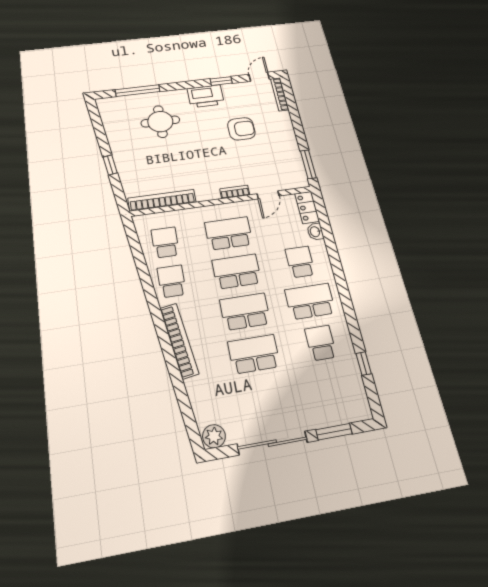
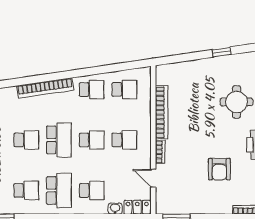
window: (110, 165) -> (221, 52), moved
bookcase: (162, 200) -> (161, 112), moved
school desk: (229, 233) -> (124, 140), width x0.54
school desk: (237, 271) -> (92, 140), width x0.54
school desk: (254, 354) -> (26, 140), width x0.54

